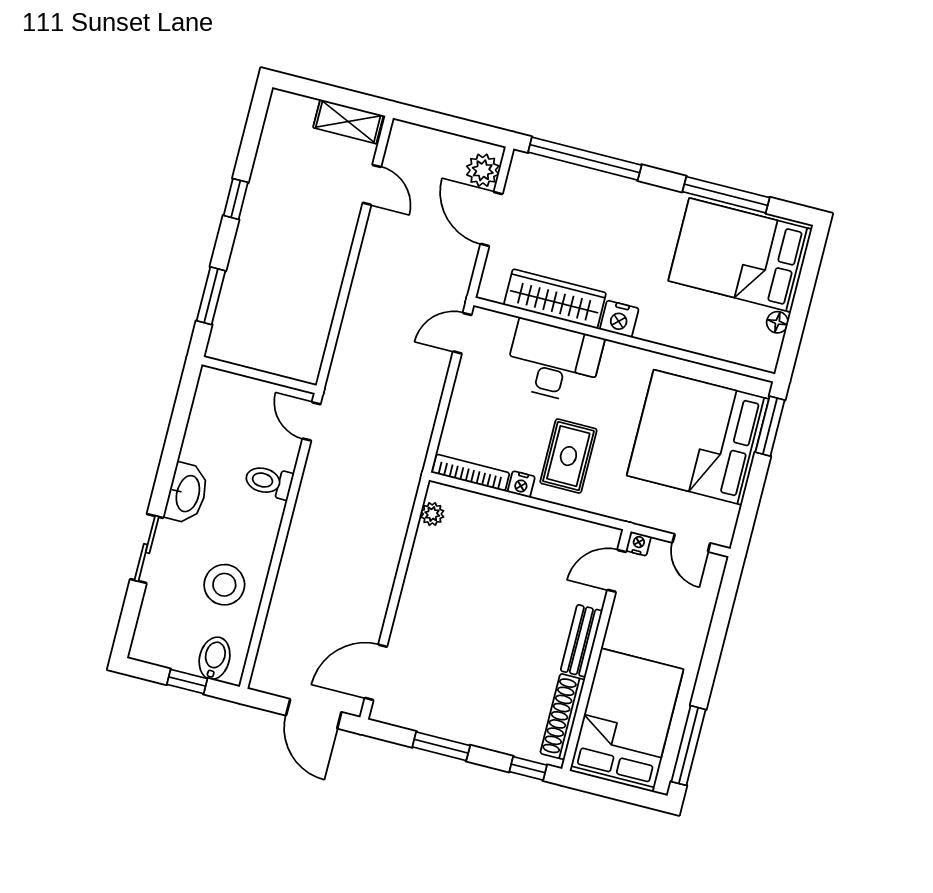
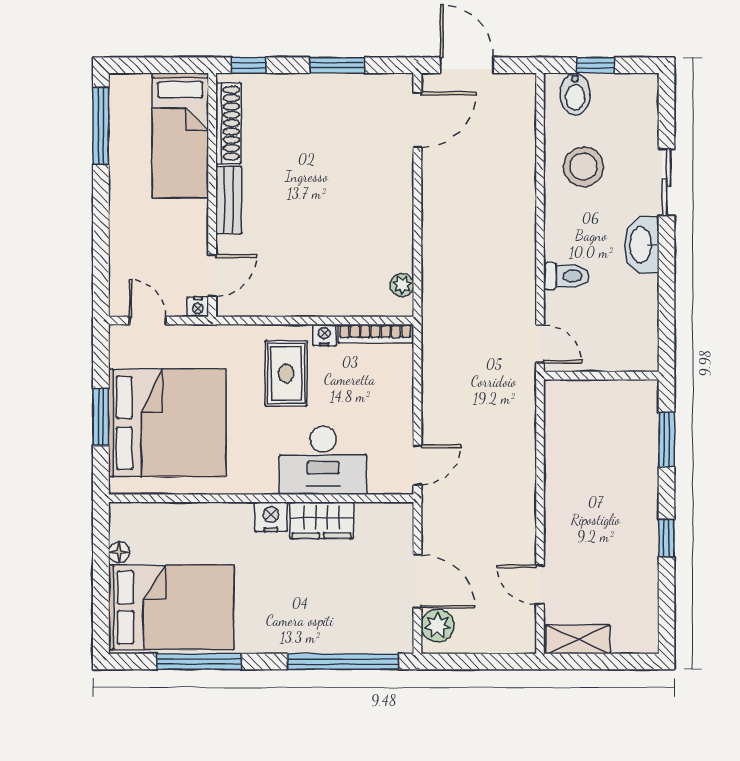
wardrobe: (555, 299) -> (321, 520), width x0.67
window: (770, 426) -> (101, 417), moved
bed: (627, 720) -> (180, 135), width x0.67

